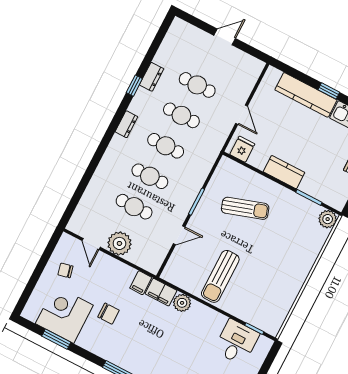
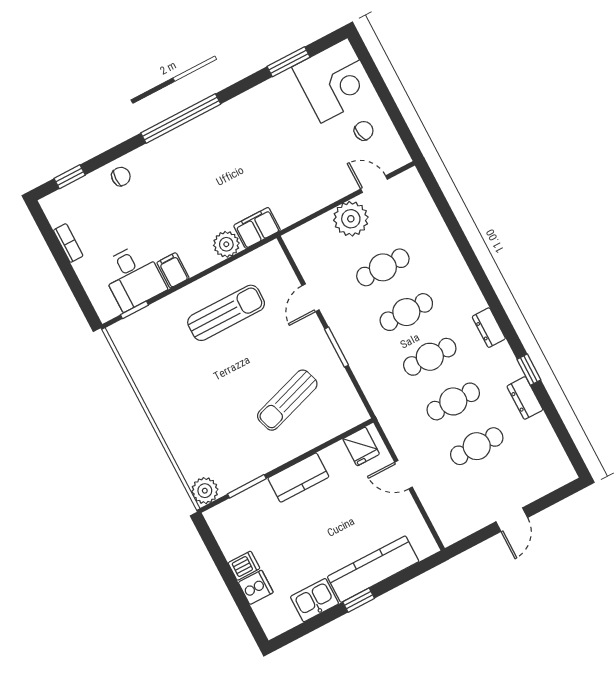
sun lounger: (220, 276) -> (226, 313), turned 90
filing cabinet: (141, 283) -> (173, 270), moved
corner desk: (64, 314) -> (334, 80), moved
chair: (109, 314) -> (275, 146), removed

